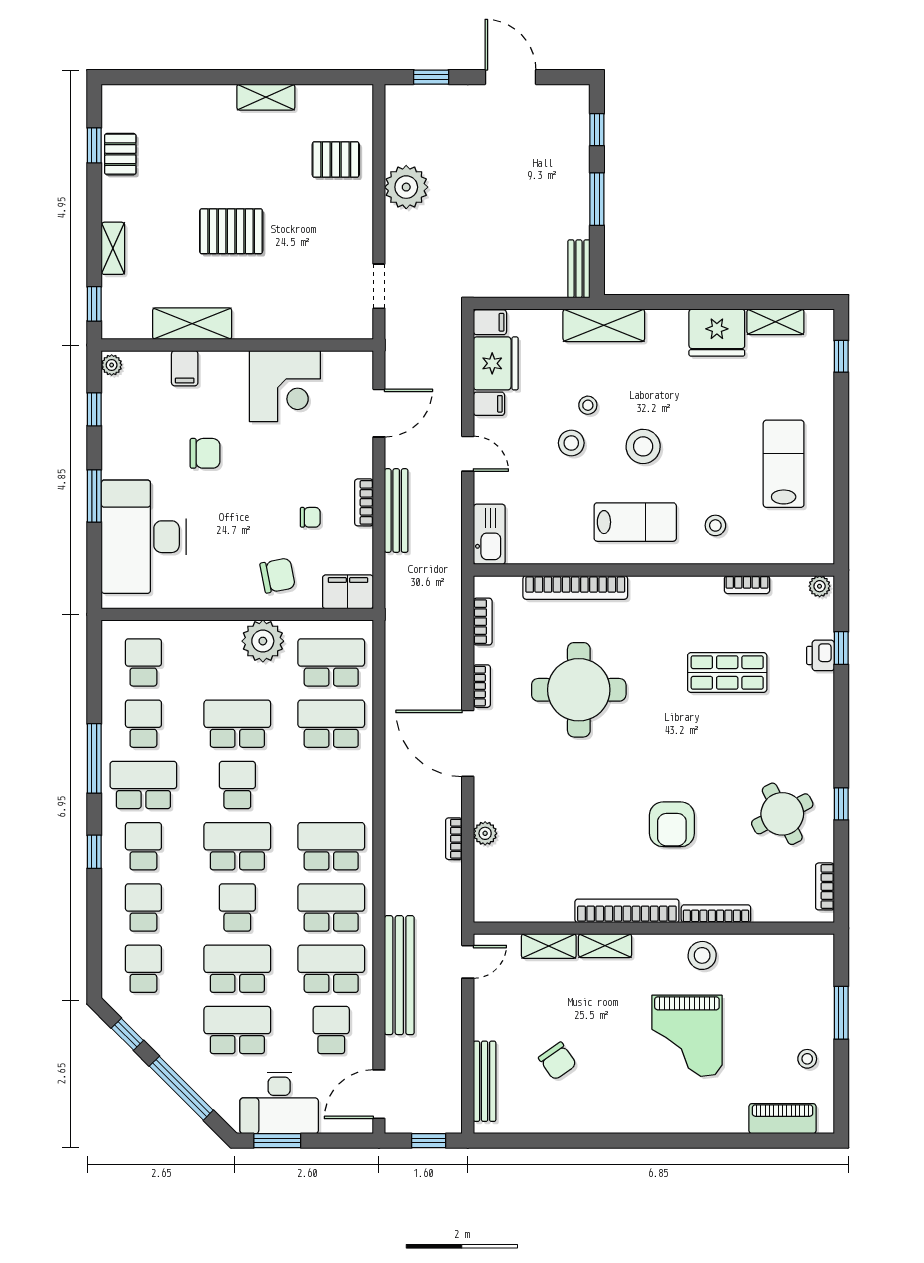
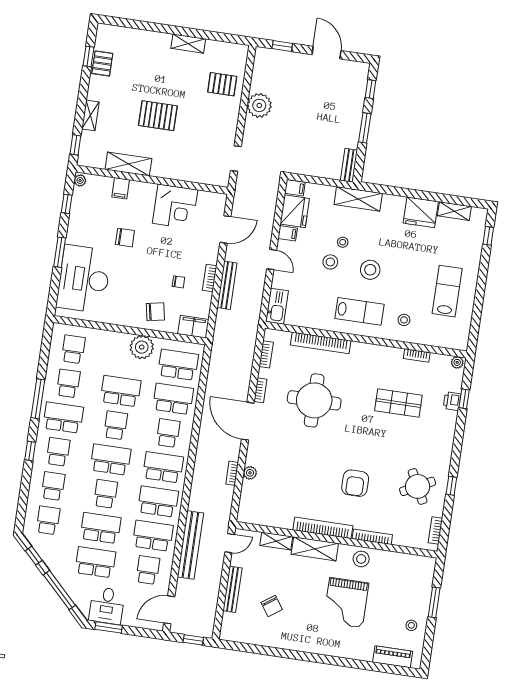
school desk: (331, 785) -> (168, 433), added
shelving: (605, 946) -> (315, 549), width x1.50, depth x1.33
bench: (485, 1081) -> (233, 589), moved
desk: (279, 1103) -> (107, 606), width x0.73

